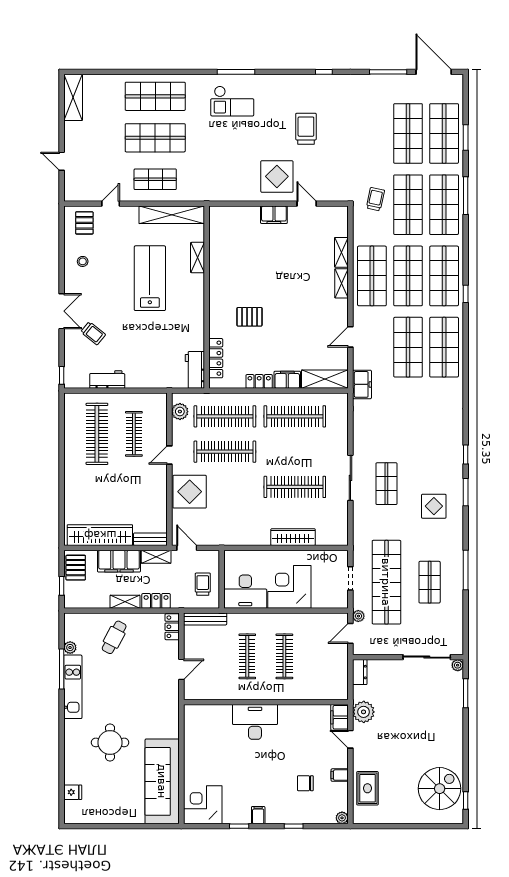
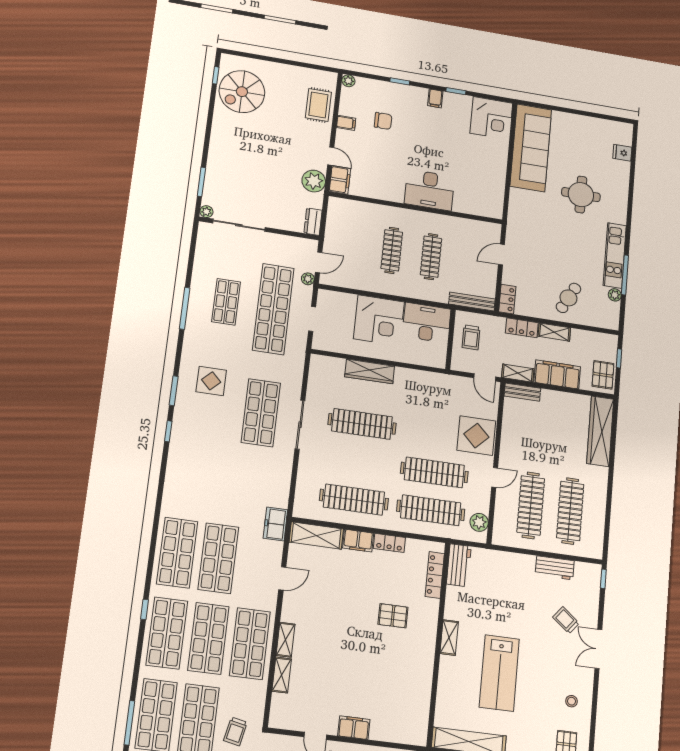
shelving: (198, 258) -> (449, 638), moved
clothes rail: (134, 434) -> (531, 505), width x1.37, depth x1.31
shop shelf: (386, 484) -> (261, 413), width x1.43, depth x1.36
wardrobe: (100, 535) -> (600, 431), moved, turned 90

